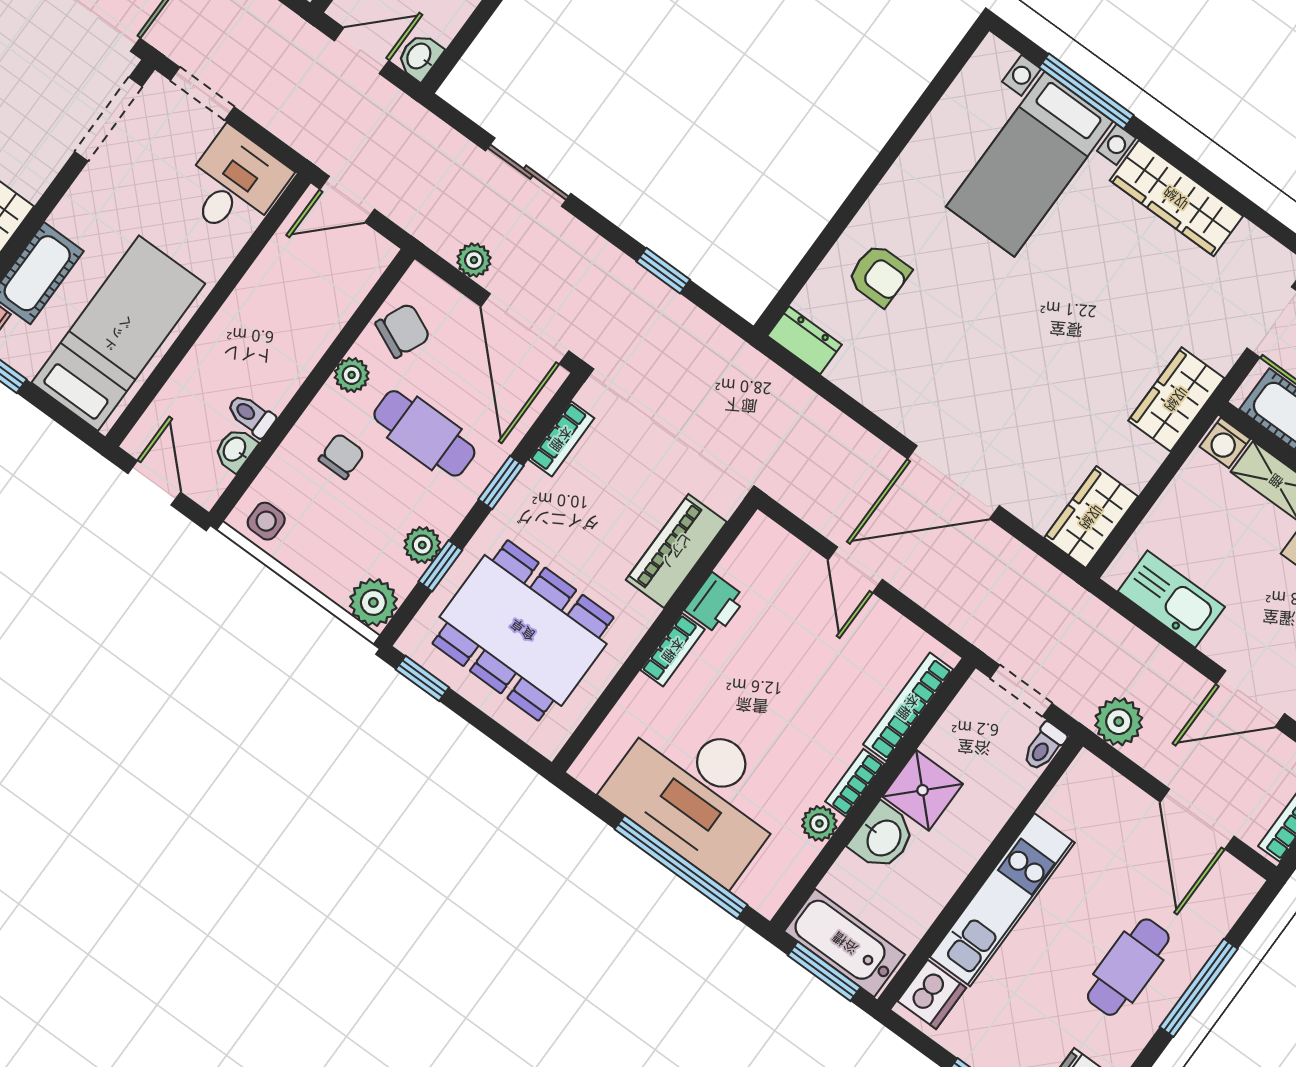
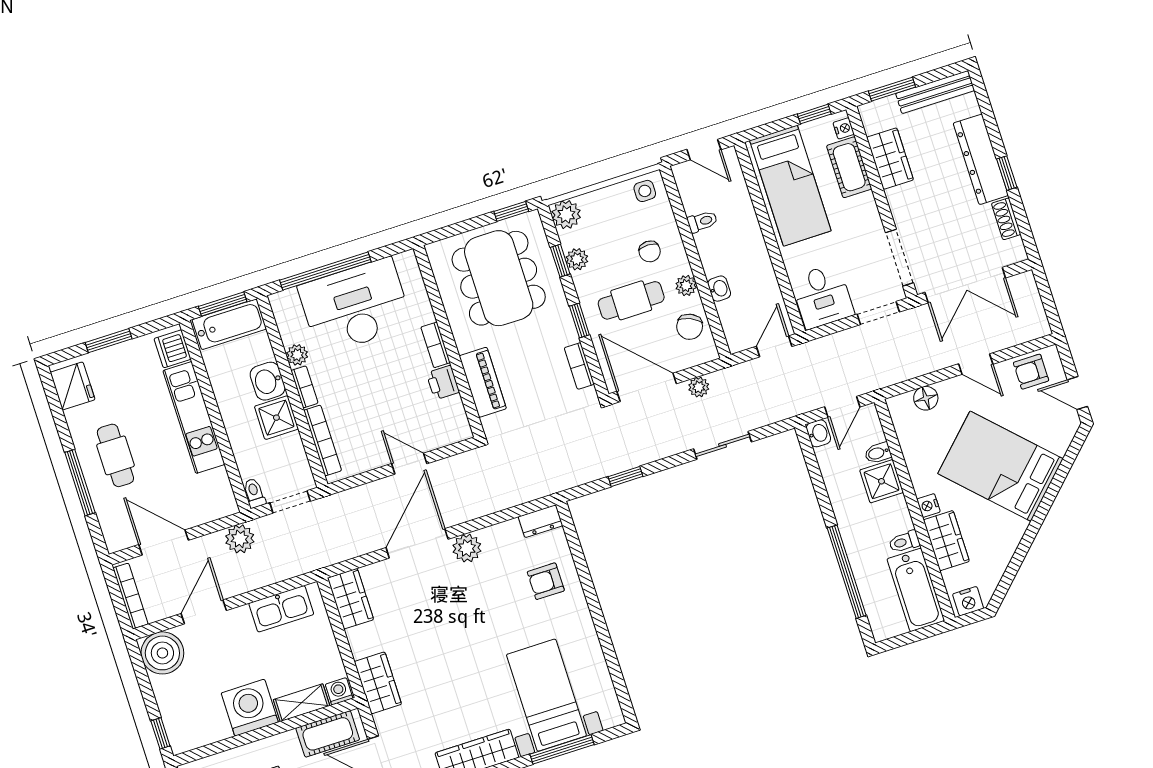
plant: (911, 412) -> (467, 548), added
washbasin: (235, 450) -> (719, 289), moved
dining table: (523, 630) -> (499, 278), turned 90

